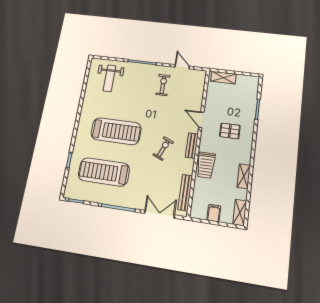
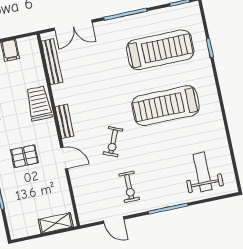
exercise bike: (163, 148) -> (113, 142), moved

